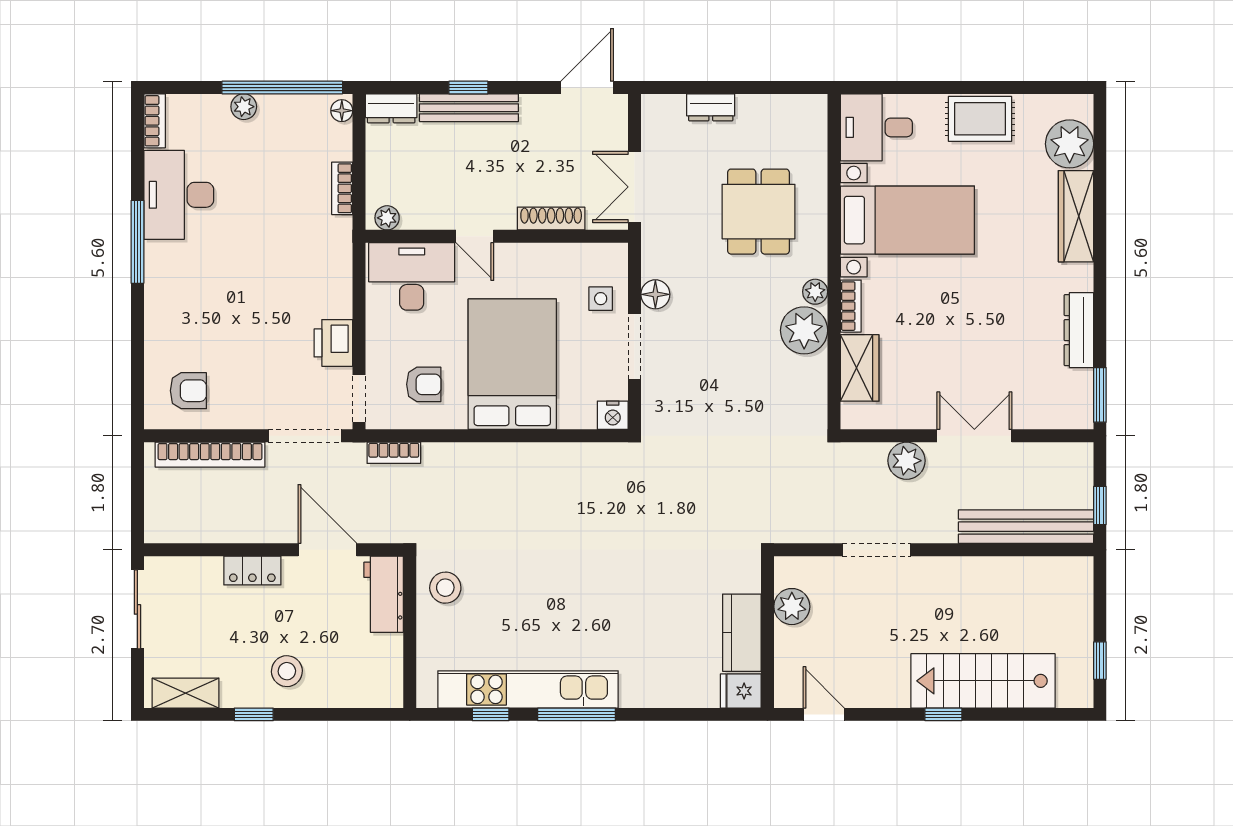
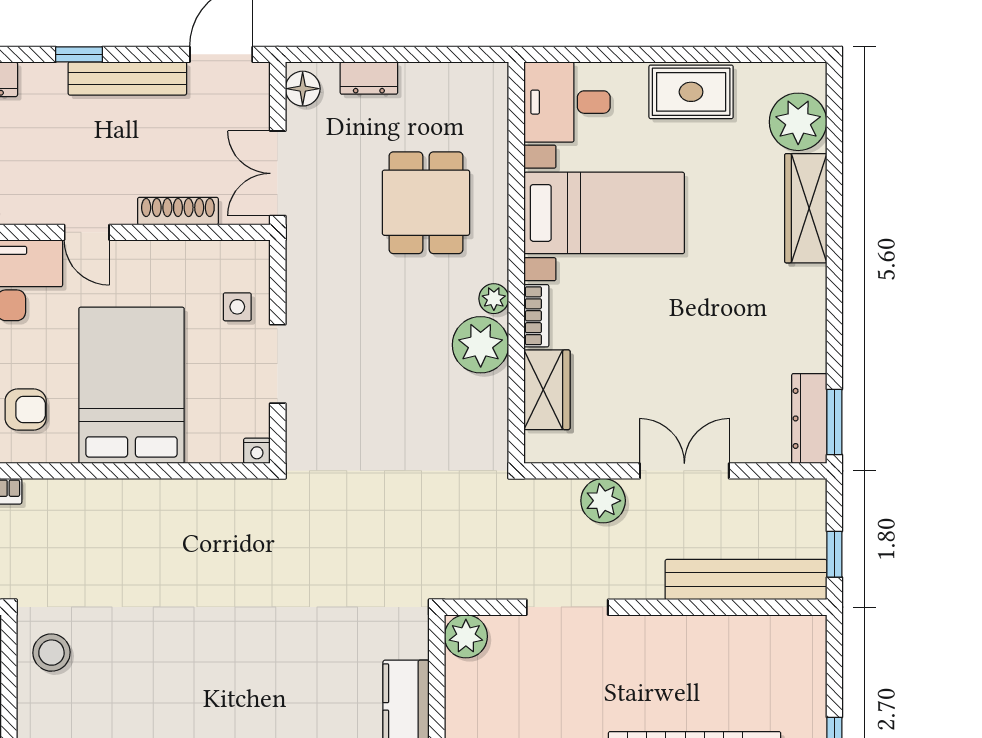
bench: (469, 108) -> (127, 78), moved
floor lamp: (655, 294) -> (303, 89), moved
dresser: (1079, 330) -> (809, 418), moved
nightstand: (613, 415) -> (257, 451), width x0.72, depth x0.74
plant: (792, 607) -> (466, 636), moved

